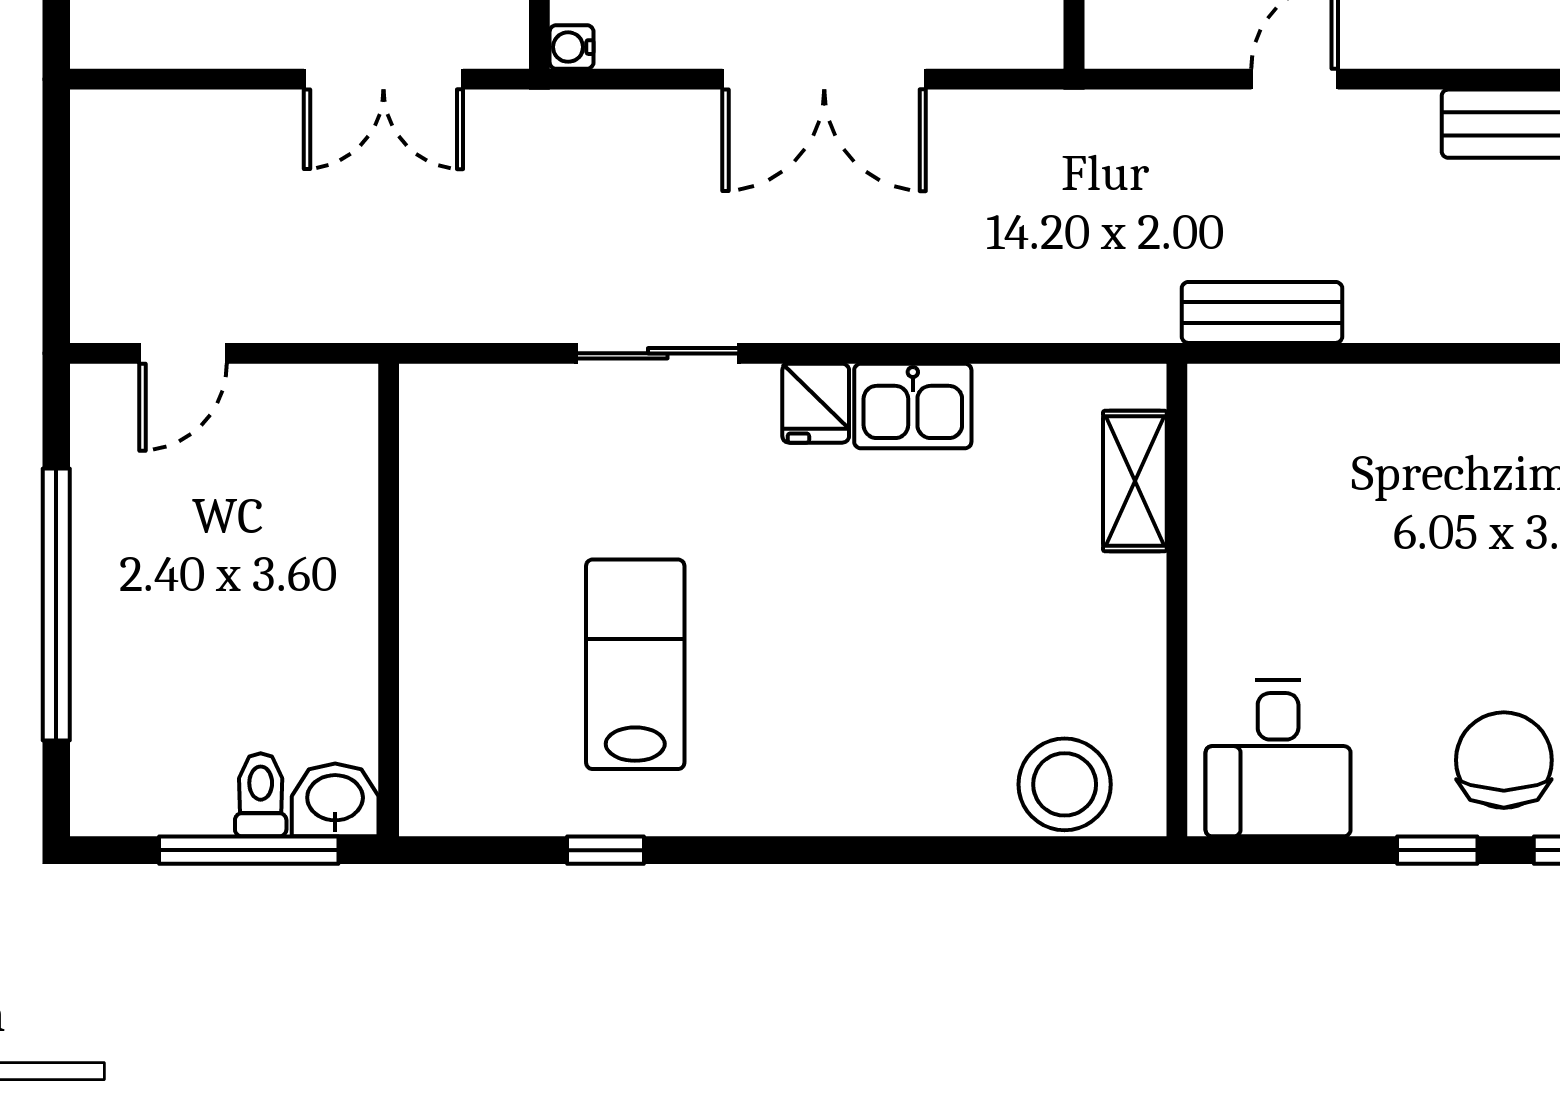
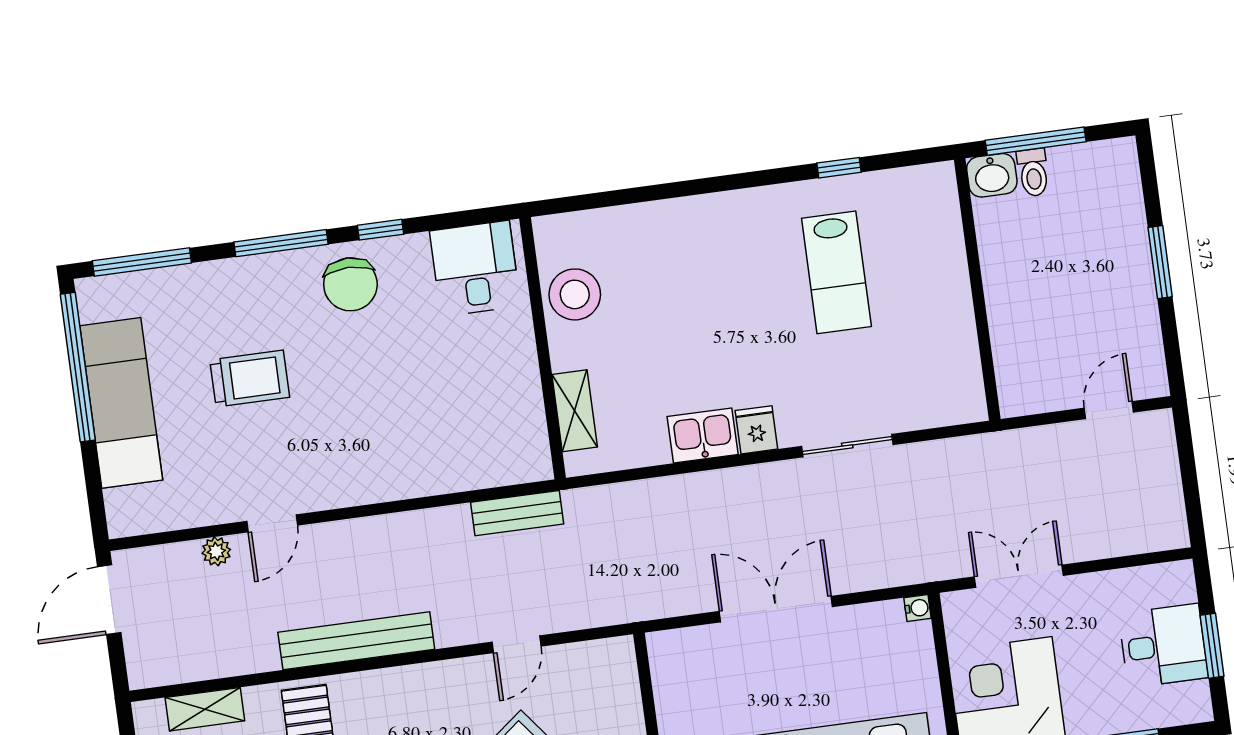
window: (56, 605) -> (1160, 262), width x0.47
stool: (1065, 784) -> (575, 294), moved

